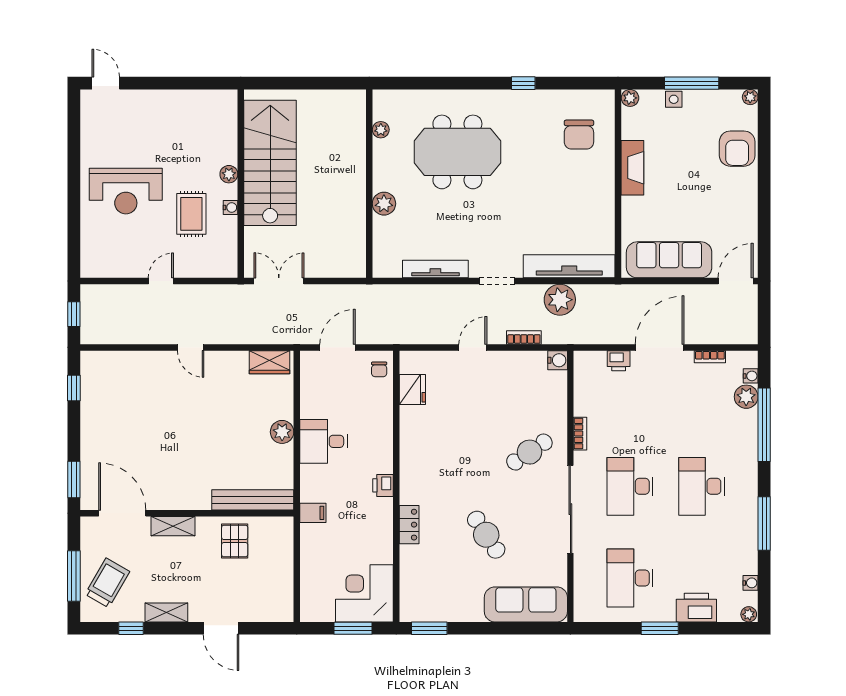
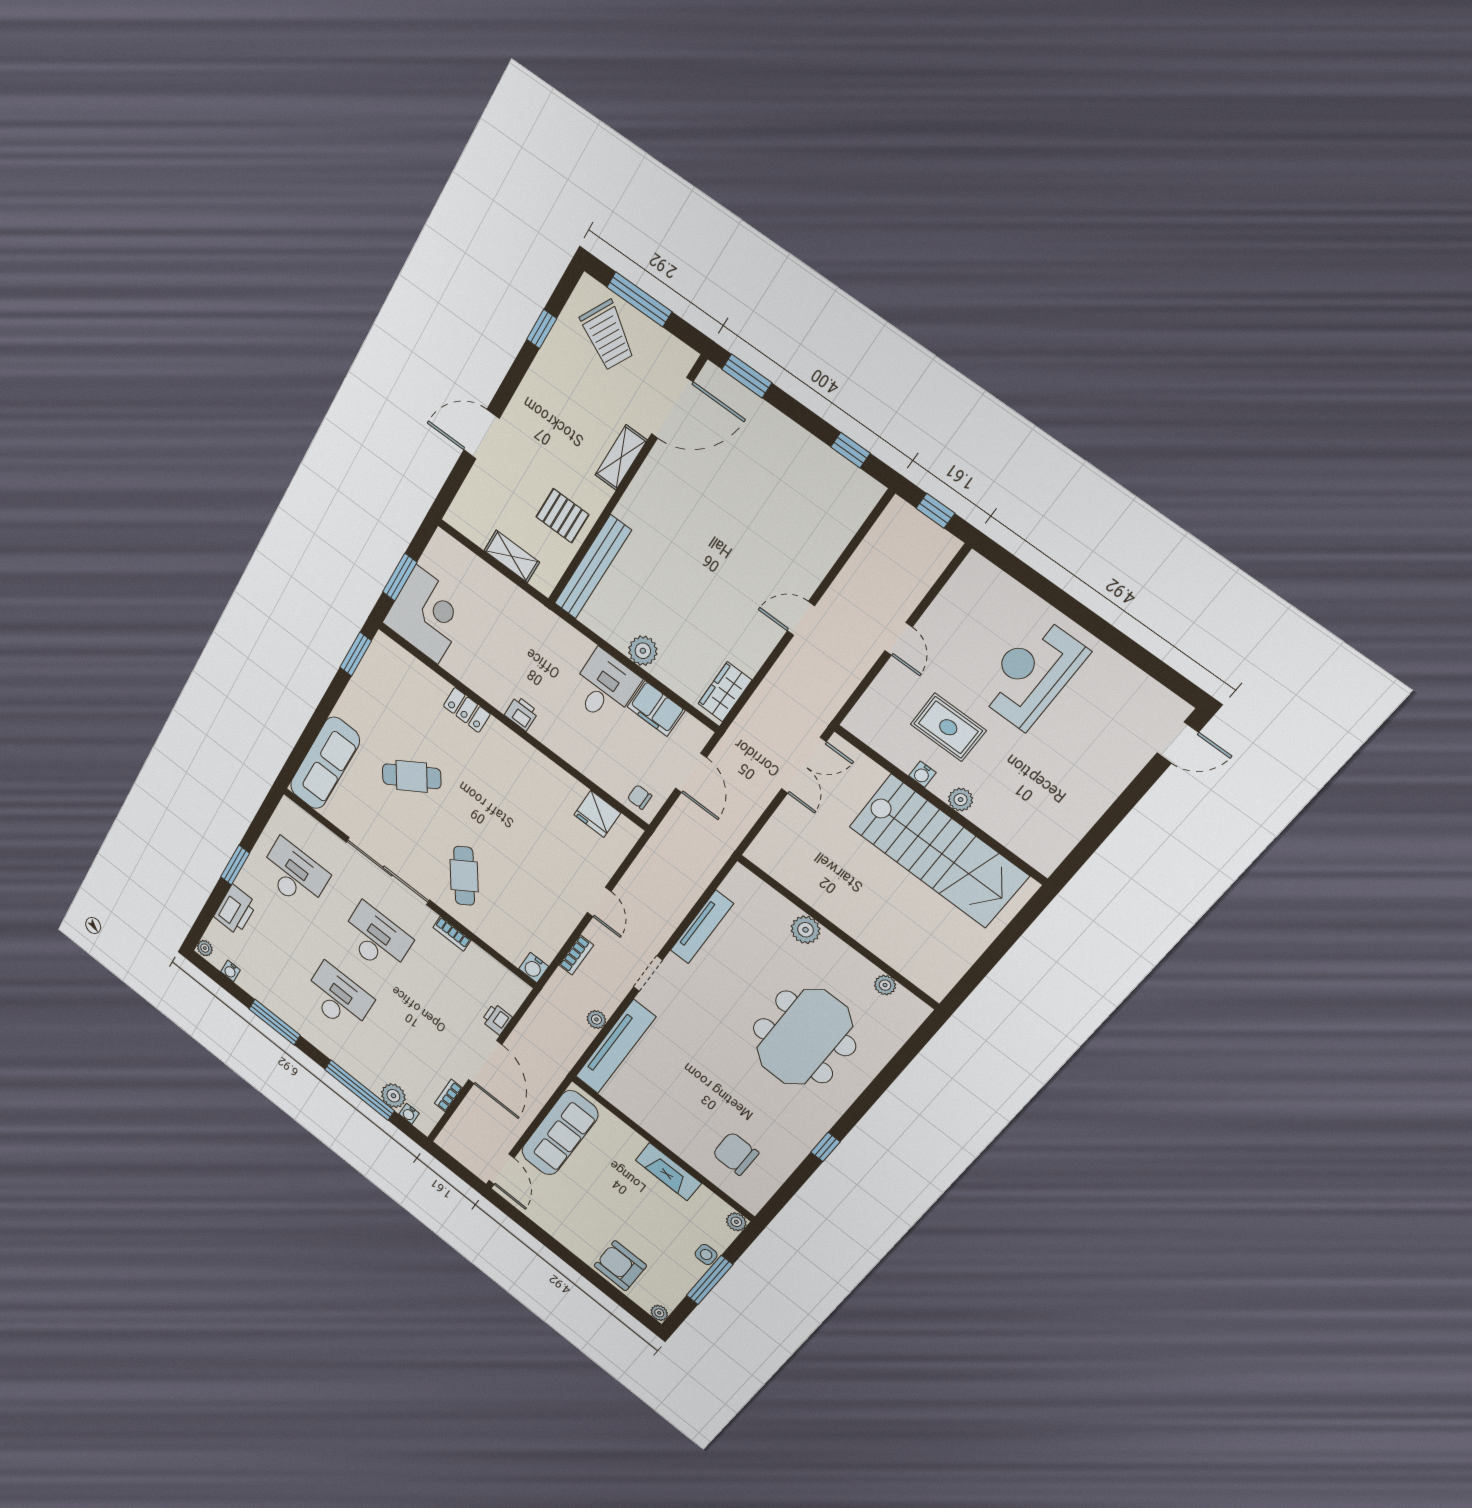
plant: (560, 300) -> (596, 1019), width x0.53, depth x0.53
filing cabinet: (313, 513) -> (656, 709), moved, width x2.00
shelving: (166, 612) -> (512, 556), moved, turned 90

